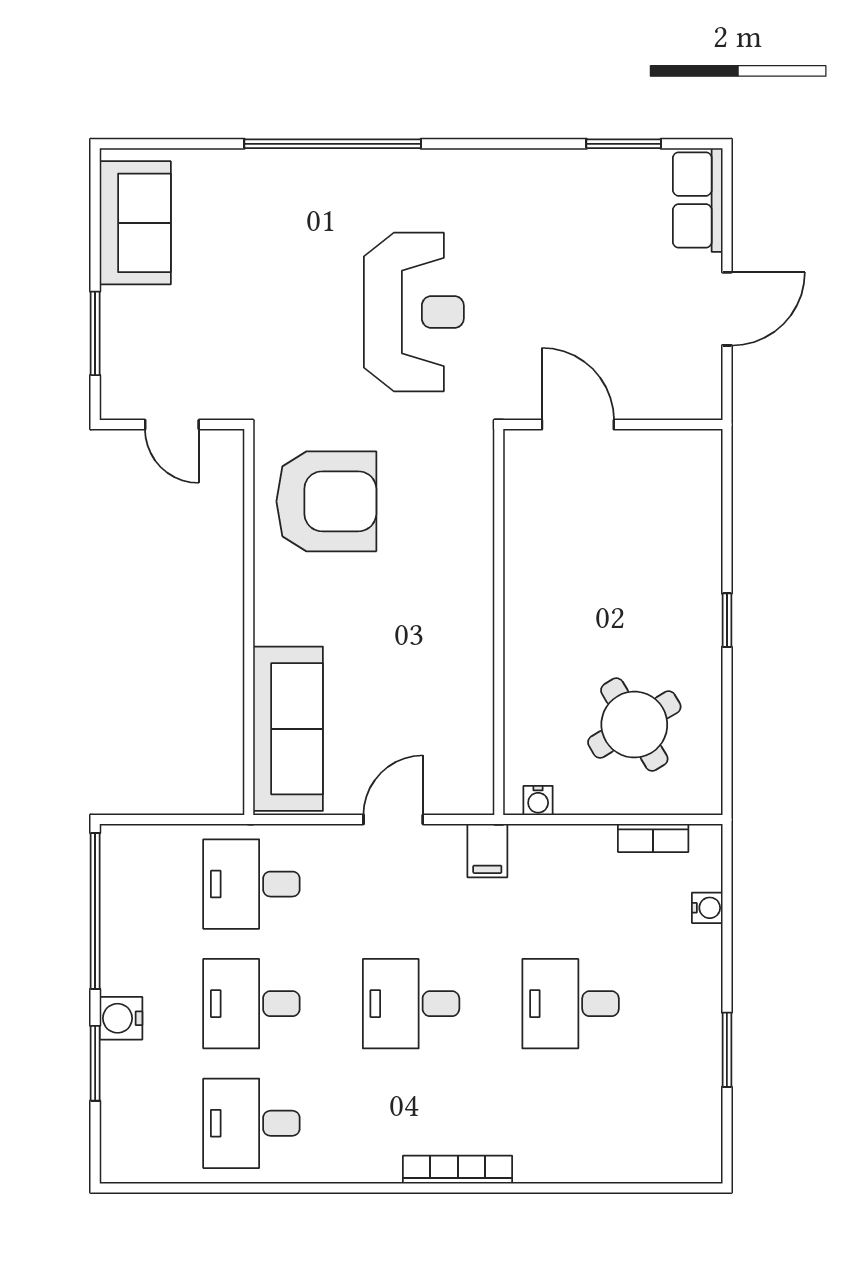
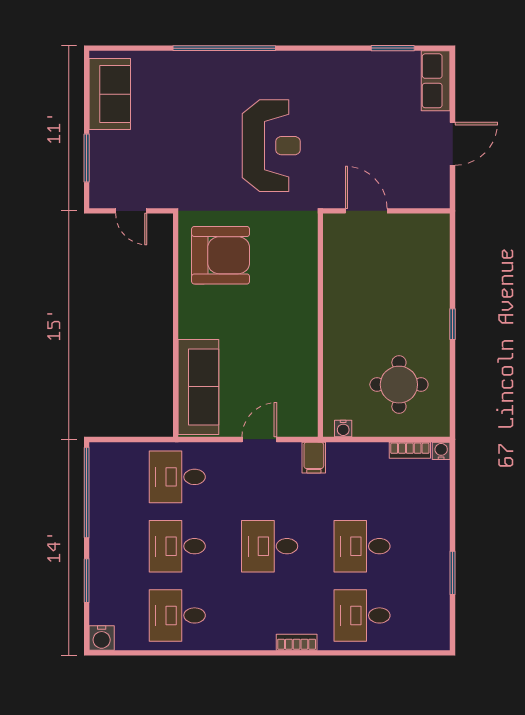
round table: (634, 725) -> (399, 385), turned 31
water cooler: (707, 908) -> (441, 451), moved, turned -90
water cooler: (121, 1018) -> (102, 638), moved, turned -90
desk: (571, 1123) -> (362, 615), added
bookcase: (458, 1170) -> (297, 642), width x0.64

